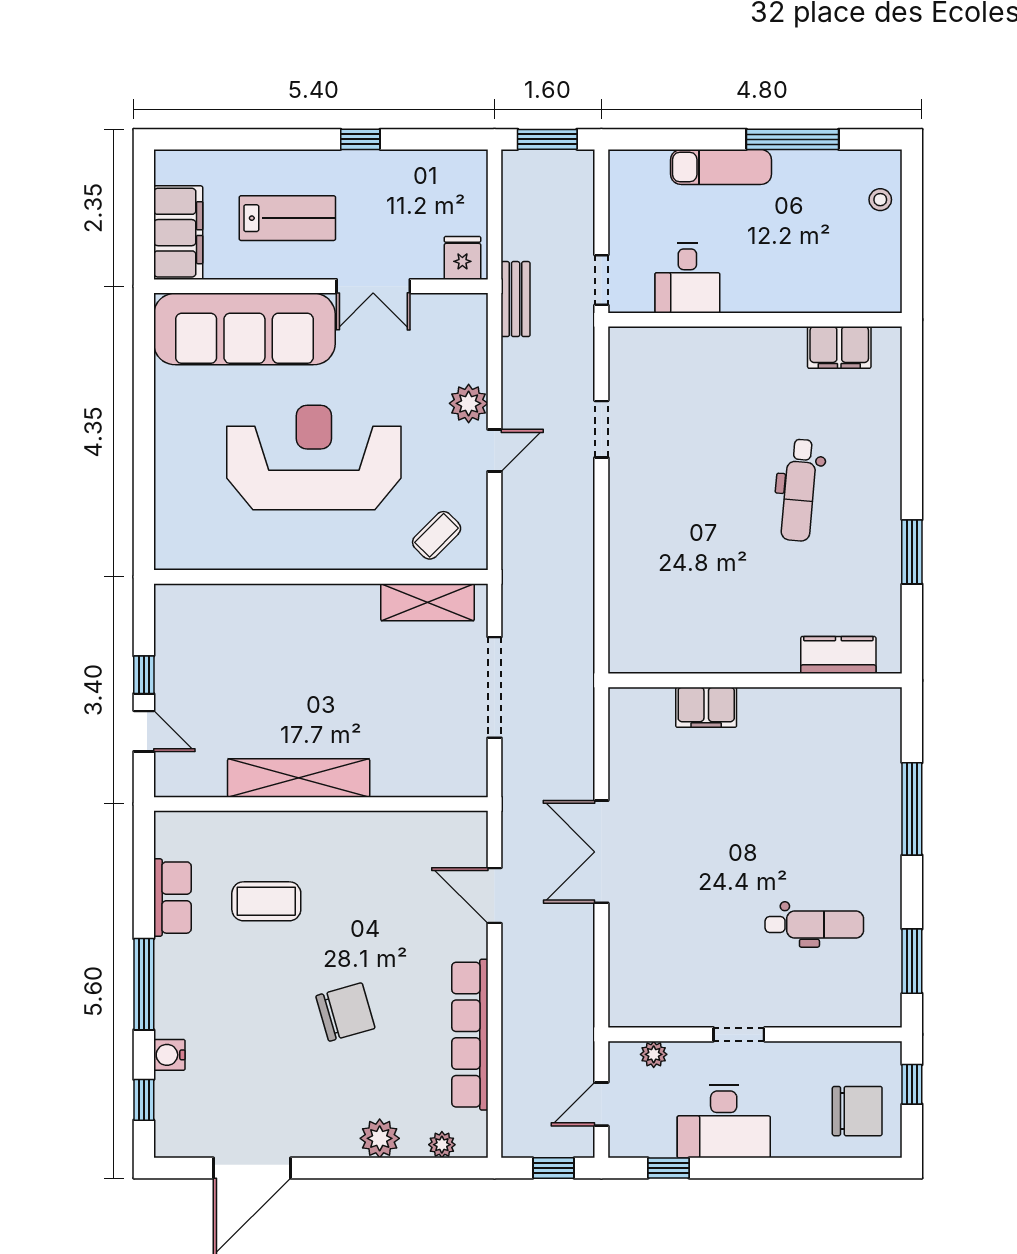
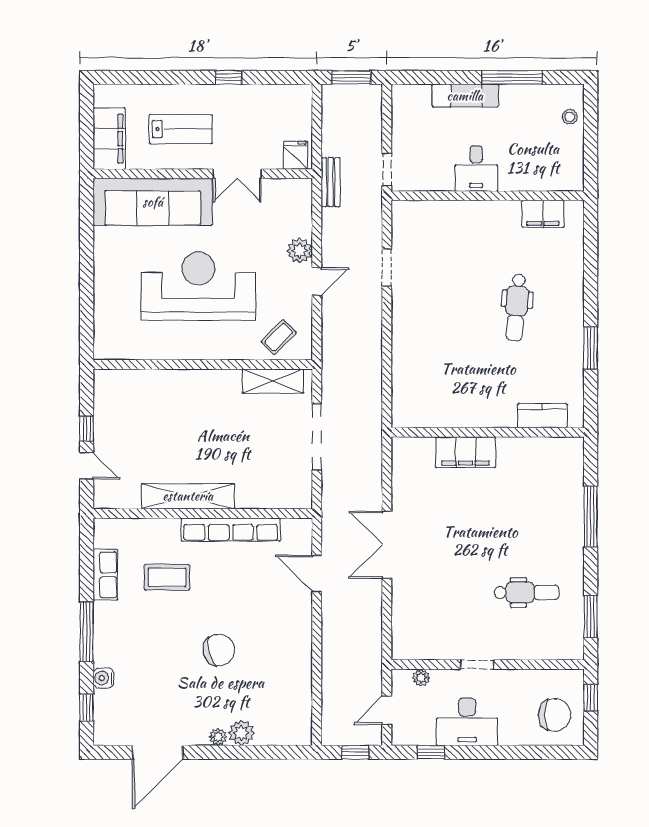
desk: (687, 278) -> (476, 168), moved
filing cabinet: (706, 707) -> (466, 452), width x1.50, depth x1.17
row of seats: (470, 1035) -> (231, 530), moved, turned -90
plant: (442, 1145) -> (218, 737), moved

